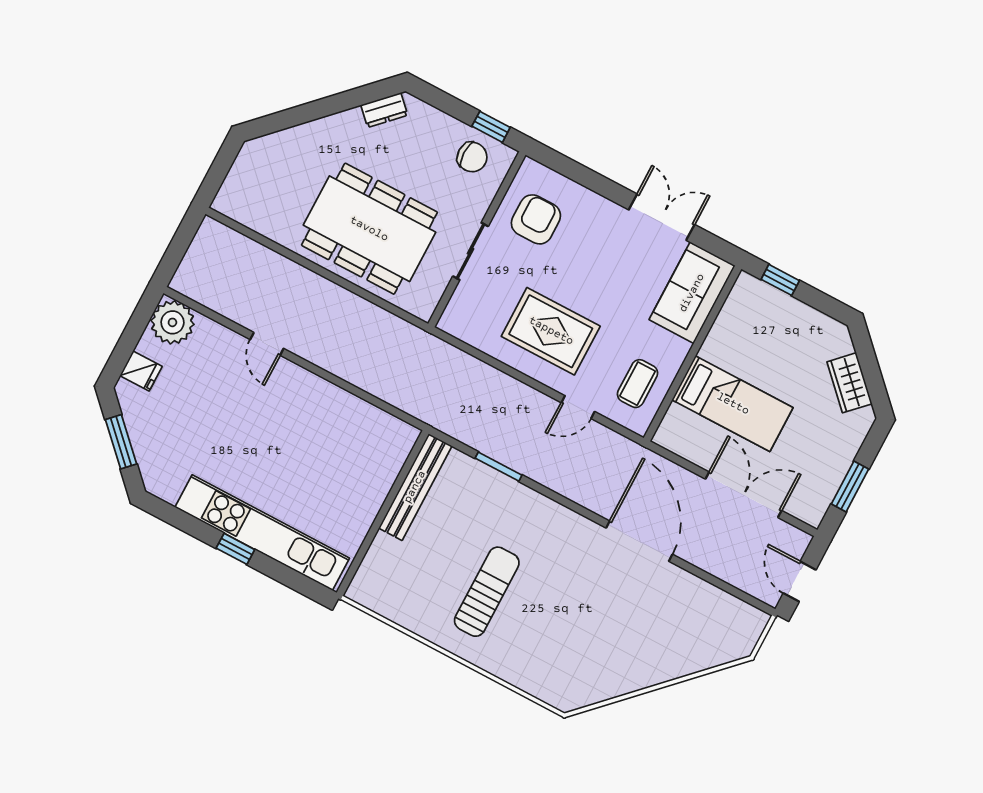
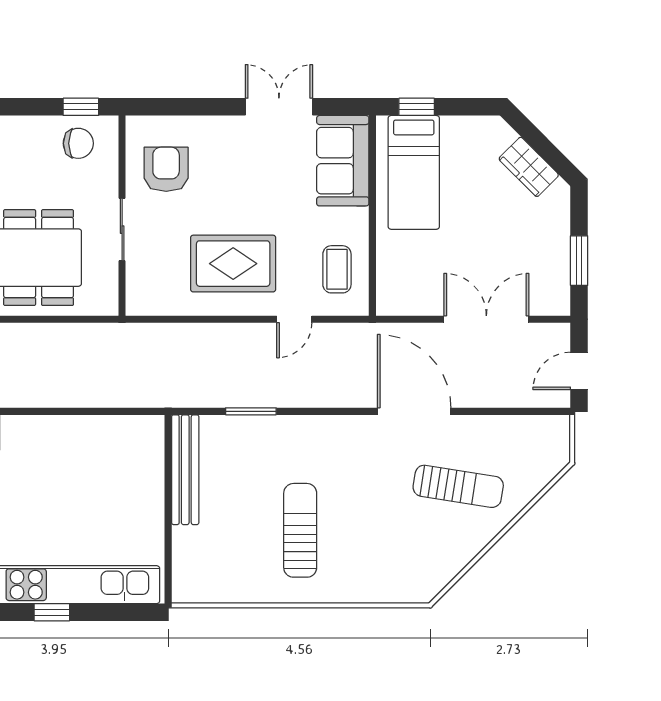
bed: (733, 404) -> (414, 172), moved, turned 90
door: (800, 582) -> (579, 371), hinge flipped
sun lounger: (643, 626) -> (458, 486), added

